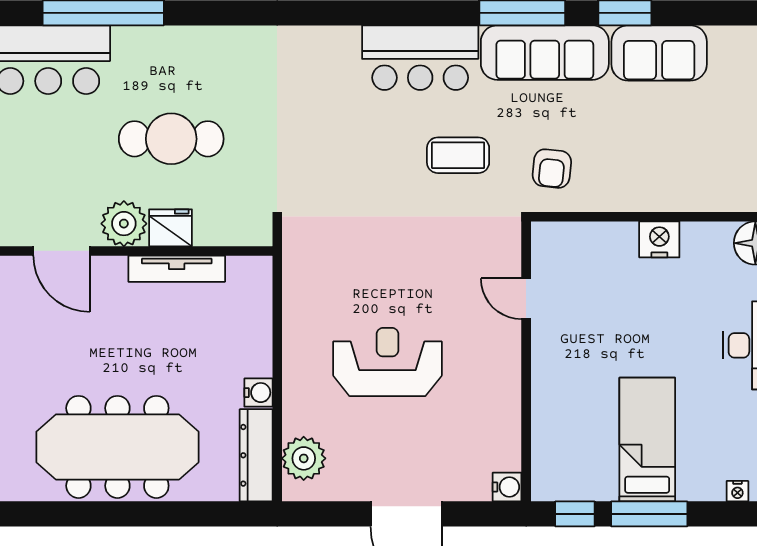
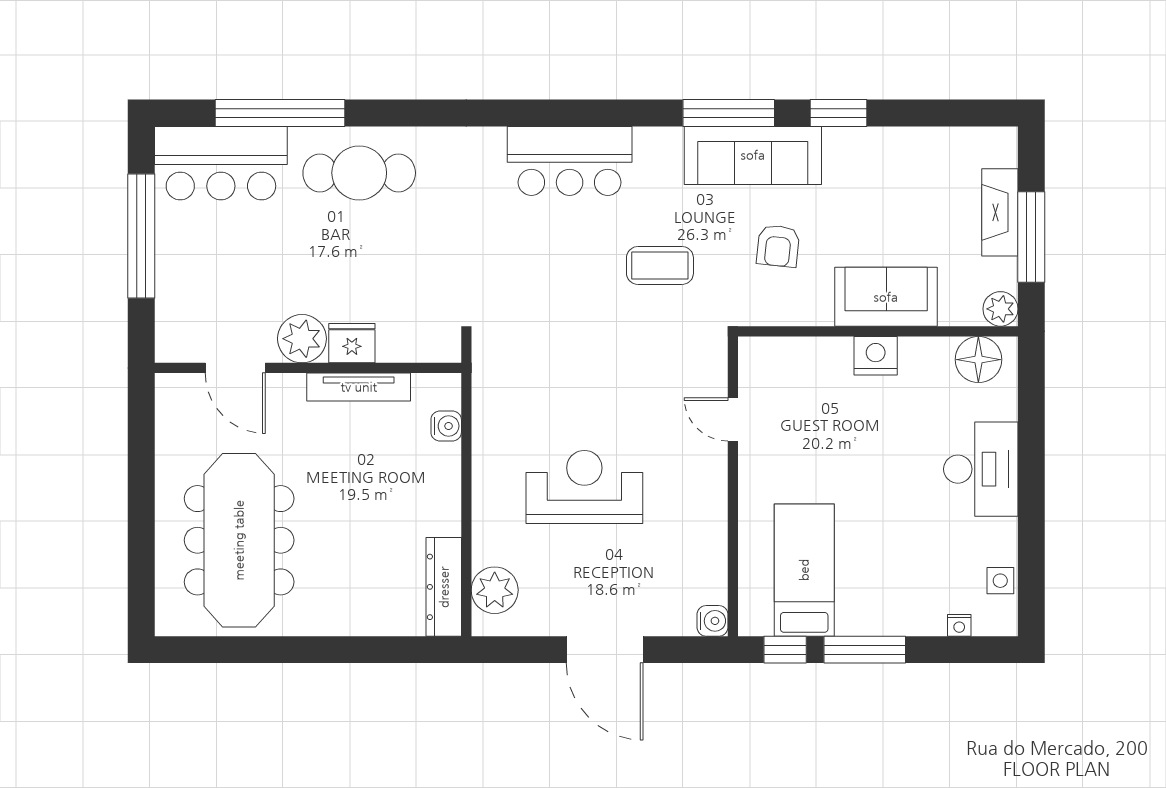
sofa: (659, 53) -> (886, 297), moved, turned 180
bar counter: (420, 58) -> (570, 161), moved
cafe table: (171, 139) -> (359, 173), moved
armchair: (552, 169) -> (778, 246), moved
water cooler: (258, 393) -> (446, 426), moved
bed: (647, 440) -> (804, 570), moved
meeting table: (117, 447) -> (239, 540), moved, turned 90

